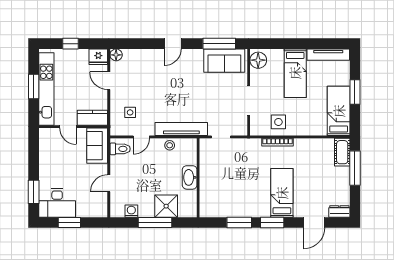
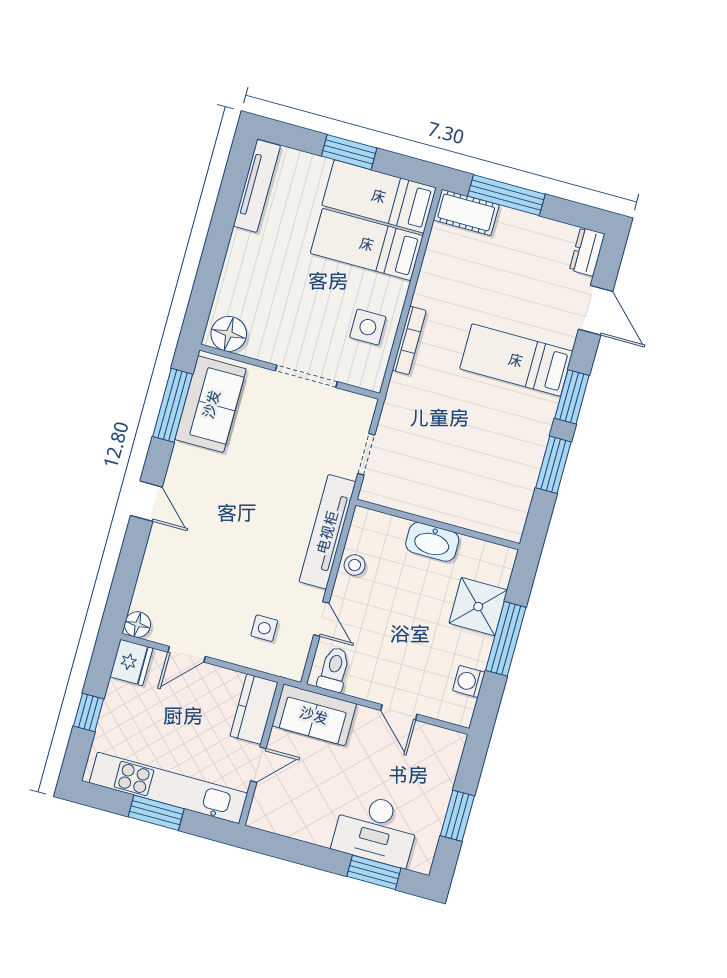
bed: (295, 73) -> (367, 244), moved, turned 180
desk: (57, 203) -> (376, 830), moved, turned 90

